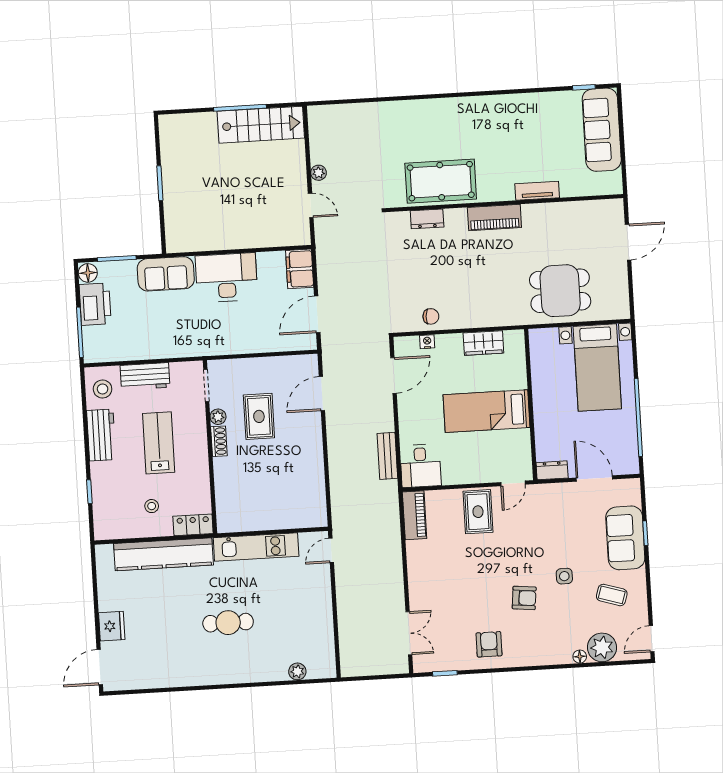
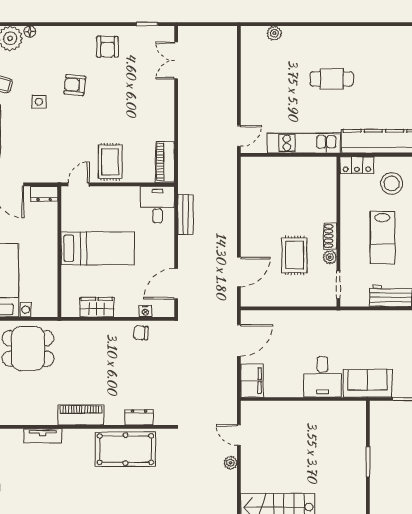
desk: (226, 278) -> (322, 377), width x0.73
stool: (152, 506) -> (392, 183), width x1.89, depth x1.89

